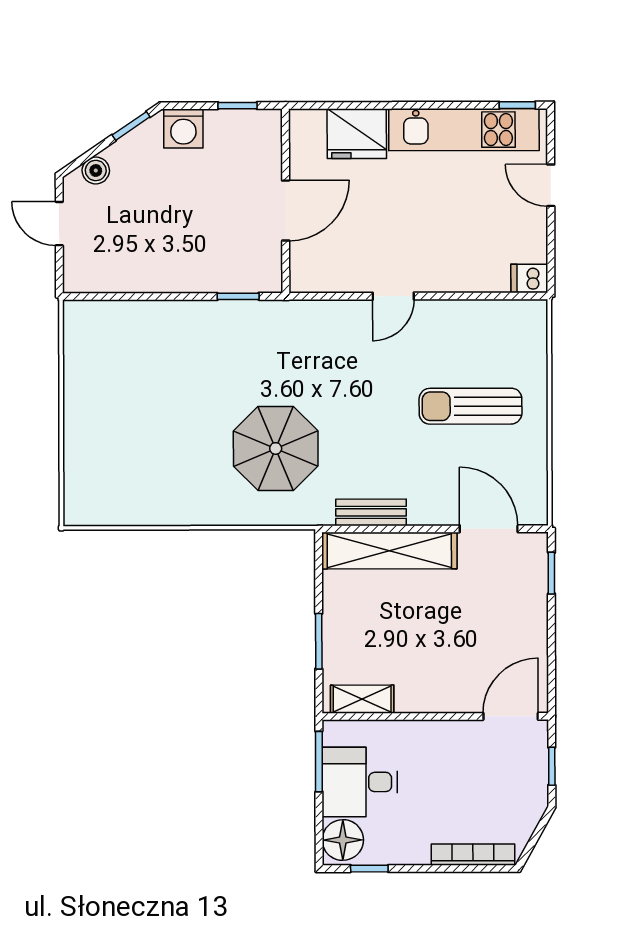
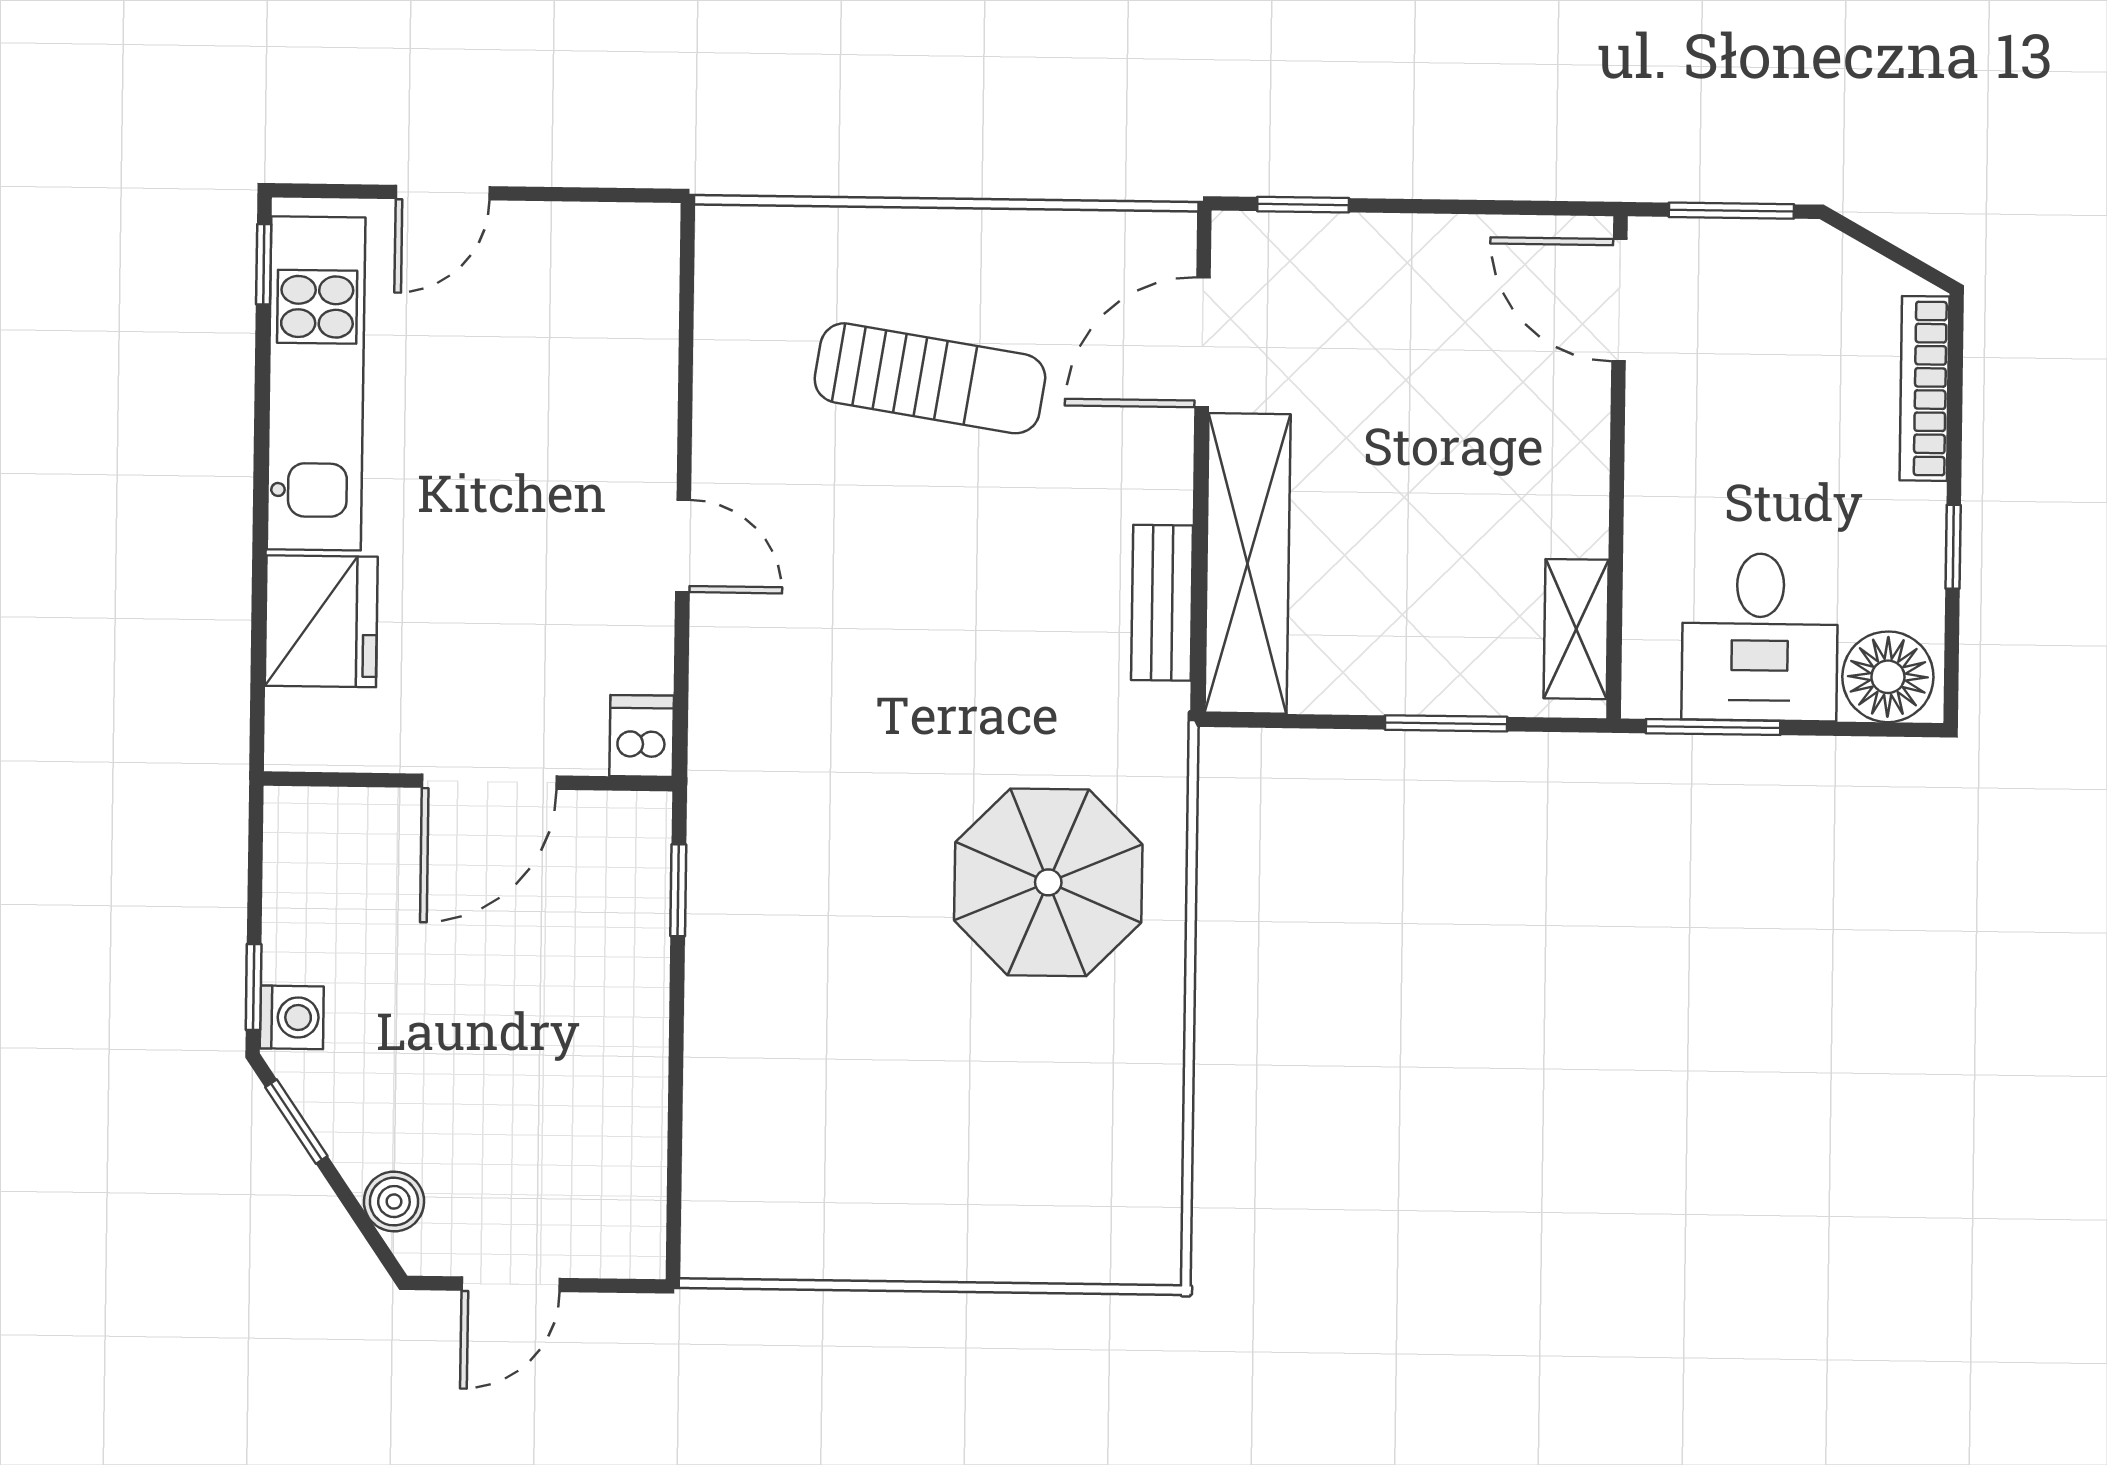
window: (238, 106) -> (254, 987), moved
washing machine: (183, 128) -> (292, 1017), width x0.73, depth x0.73
door: (286, 210) -> (489, 782), swing flipped
dishwasher: (529, 278) -> (642, 736), moved, turned 180
sun lounger: (471, 406) -> (930, 378), turned -81
parasol: (276, 448) -> (1048, 882), moved
window: (552, 766) -> (1731, 211), width x1.50
window: (369, 869) -> (1953, 547), moved

